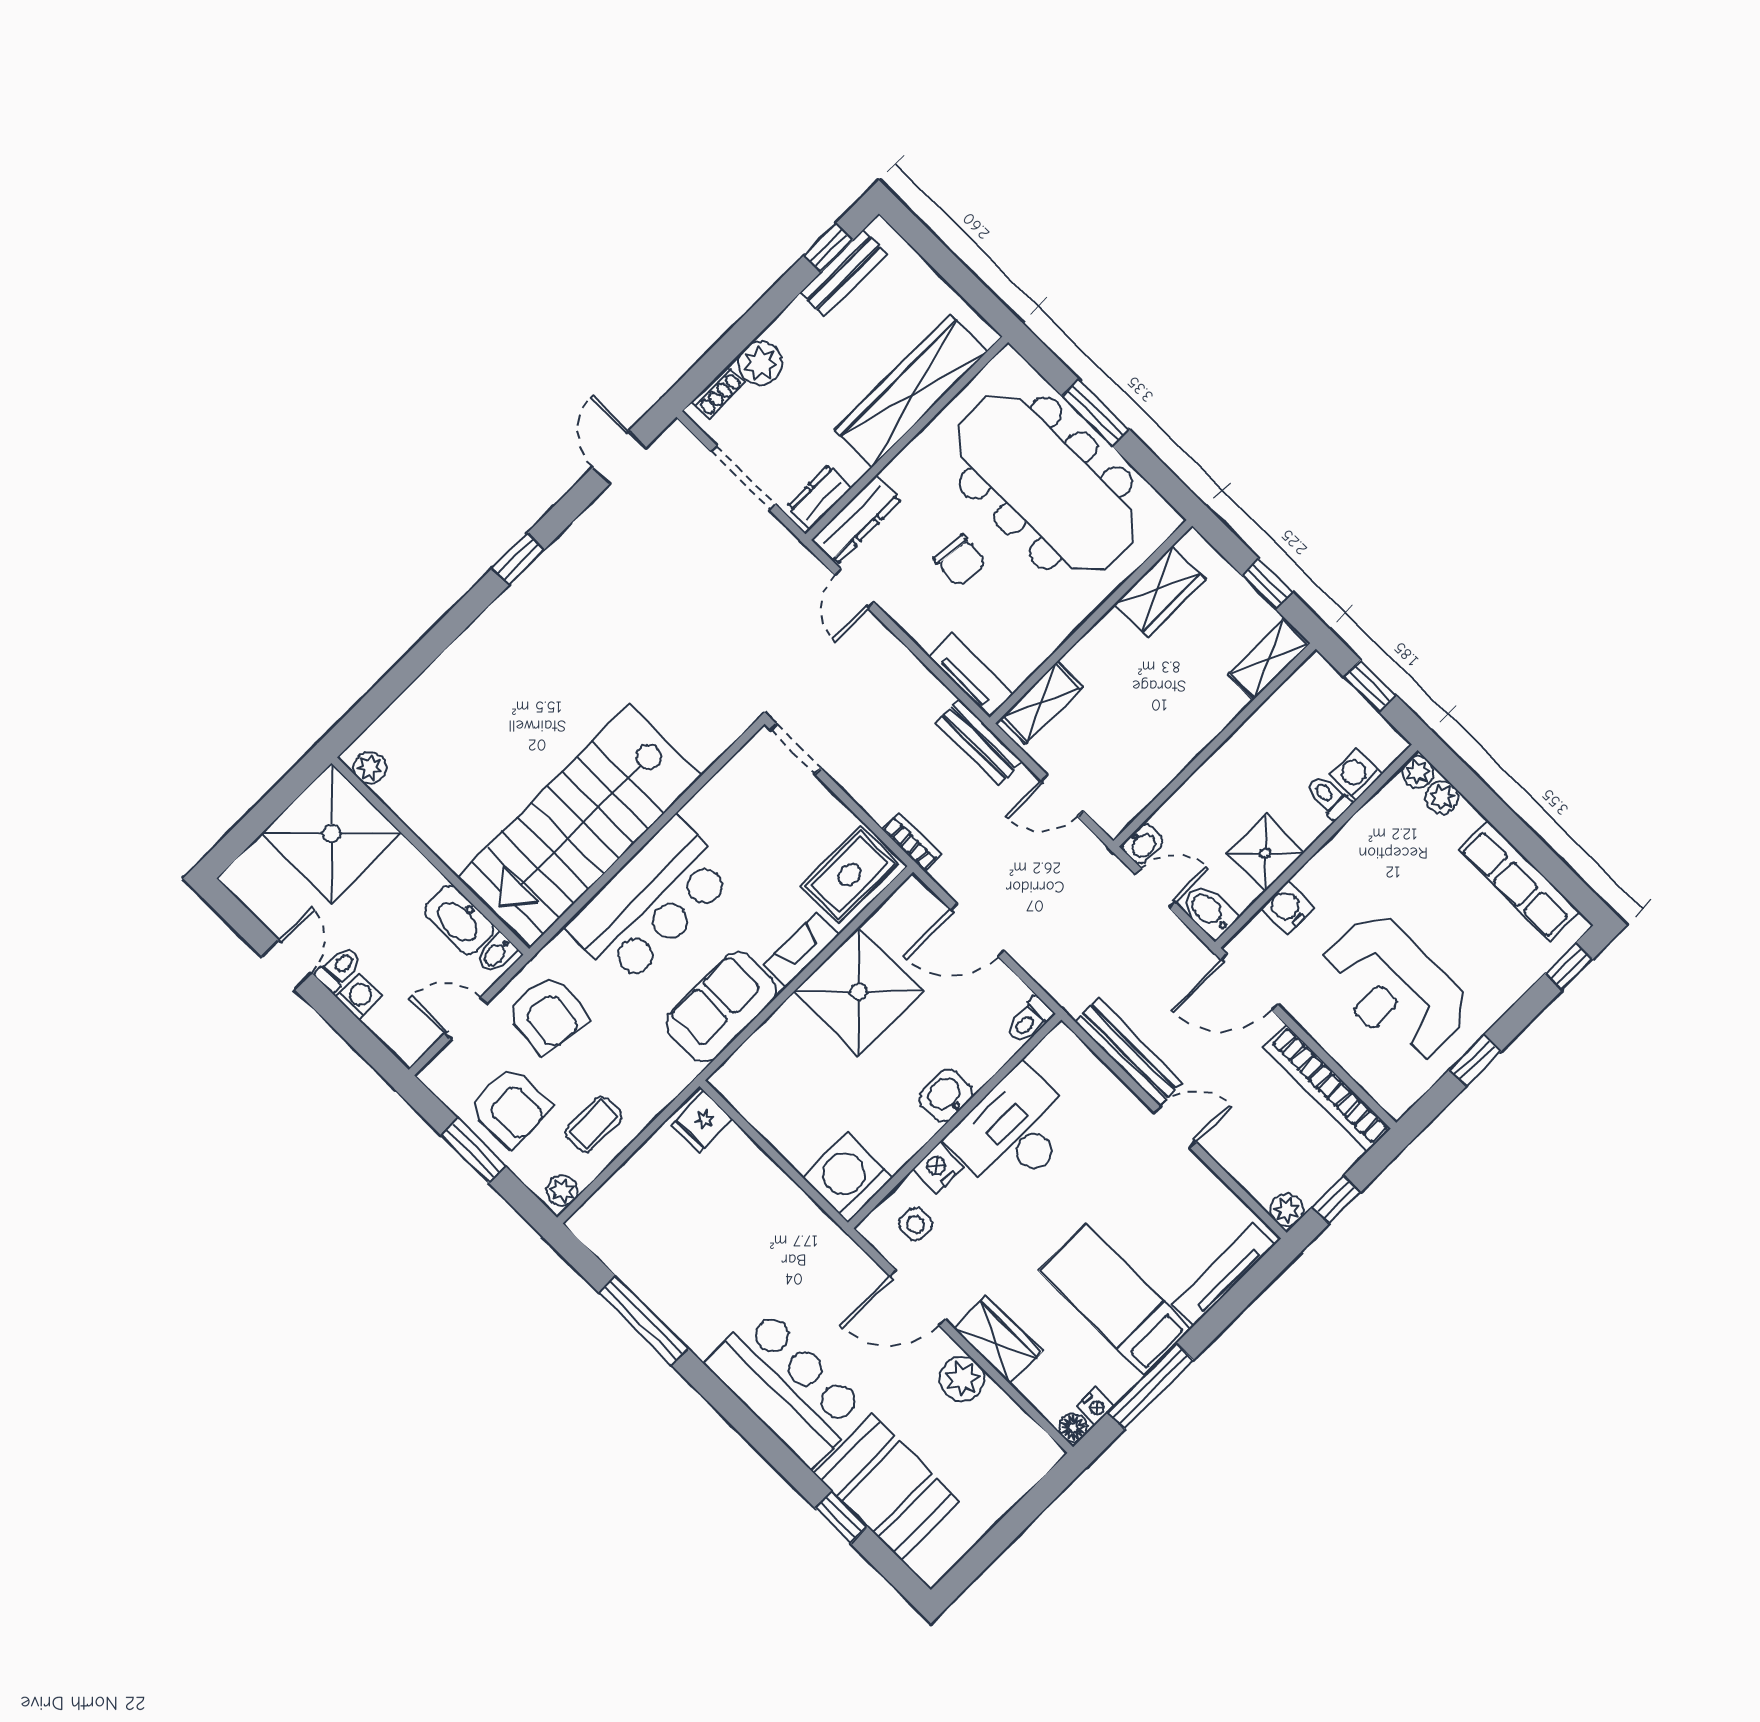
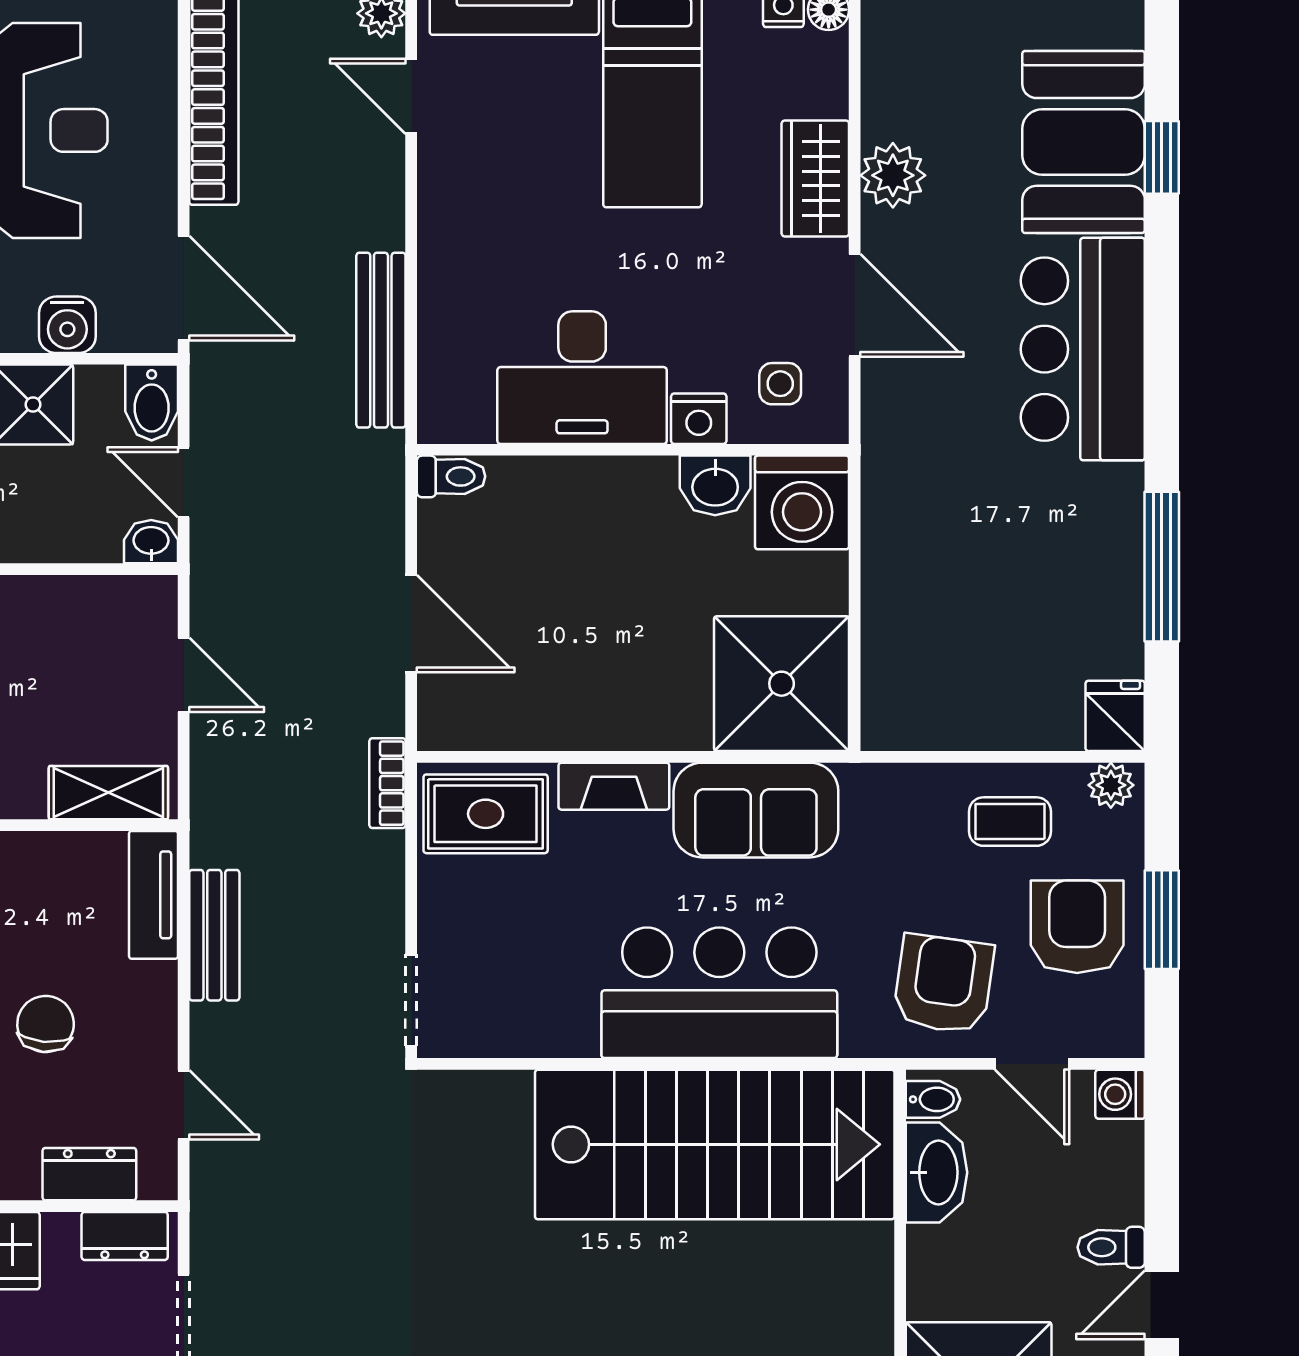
dresser: (857, 520) -> (89, 1174), width x0.70
door: (854, 589) -> (184, 1105), hinge flipped
bench: (979, 742) -> (214, 935), moved
shower: (859, 992) -> (782, 684), moved
washing machine: (359, 996) -> (1120, 1094), moved
washbasin: (946, 1096) -> (715, 485), moved
fridge: (702, 1122) -> (1115, 716), moved, turned -90
door: (1175, 1127) -> (411, 96), moved

